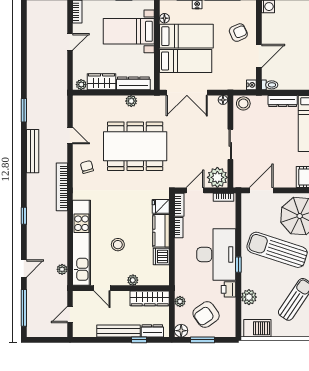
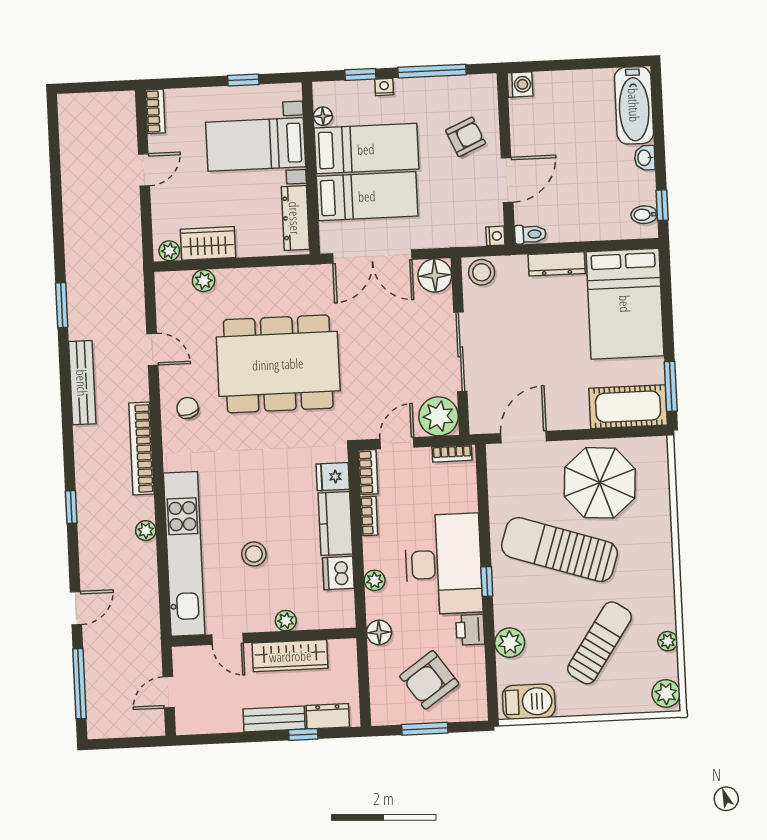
dresser: (133, 83) -> (295, 218), moved, turned -90
floor lamp: (223, 100) -> (435, 275), width x1.89, depth x1.89
plant: (131, 101) -> (204, 281), moved
sliding door: (230, 144) -> (460, 352), width x1.37
plant: (62, 269) -> (146, 531), moved
wardrobe: (150, 298) -> (290, 656), moved
plant: (180, 301) -> (375, 580), moved
bench: (119, 331) -> (274, 719), width x0.73
floor lamp: (181, 331) -> (379, 632), moved

